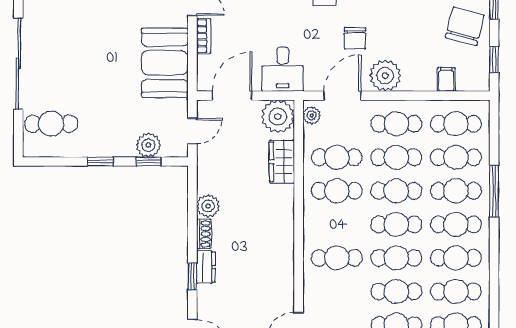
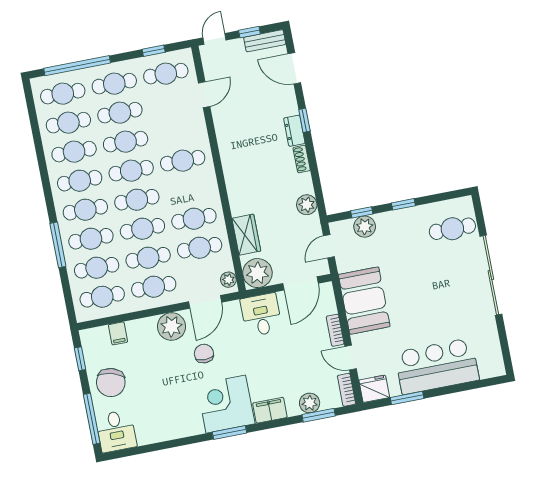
plant: (208, 206) -> (307, 205), moved

